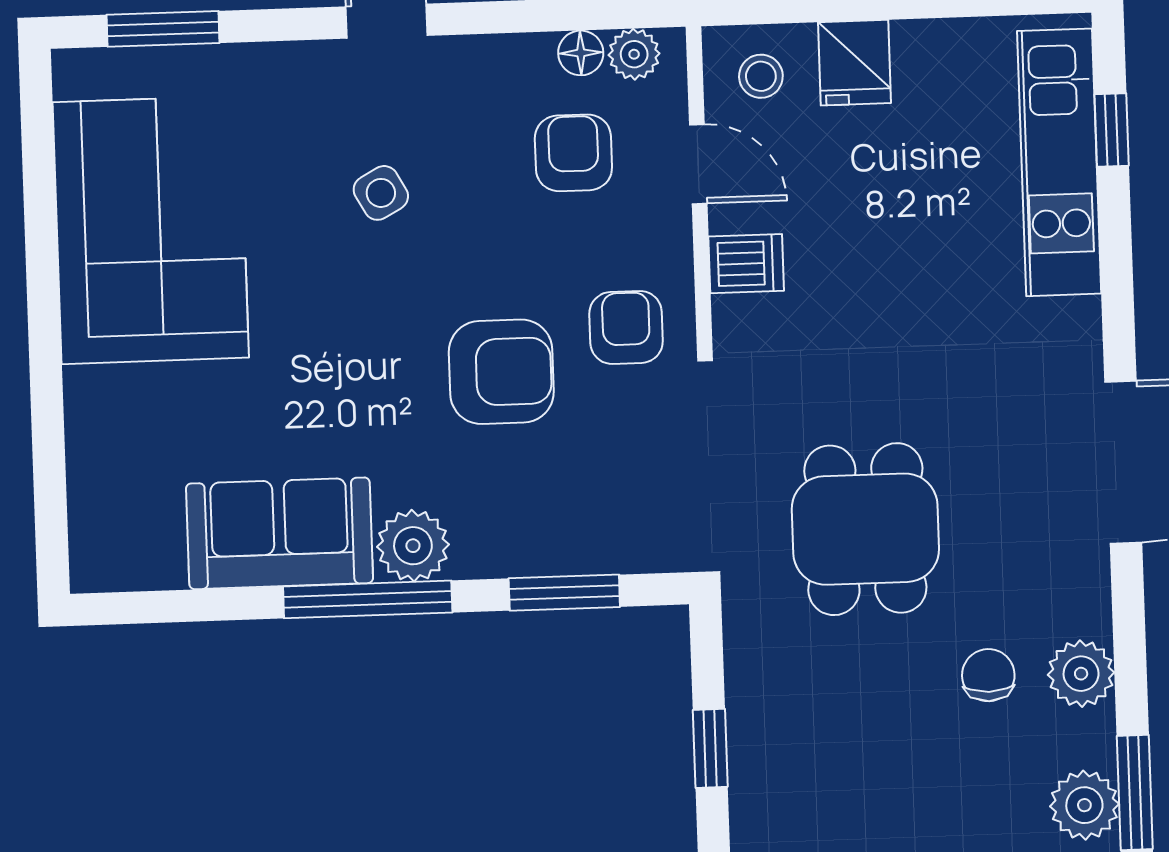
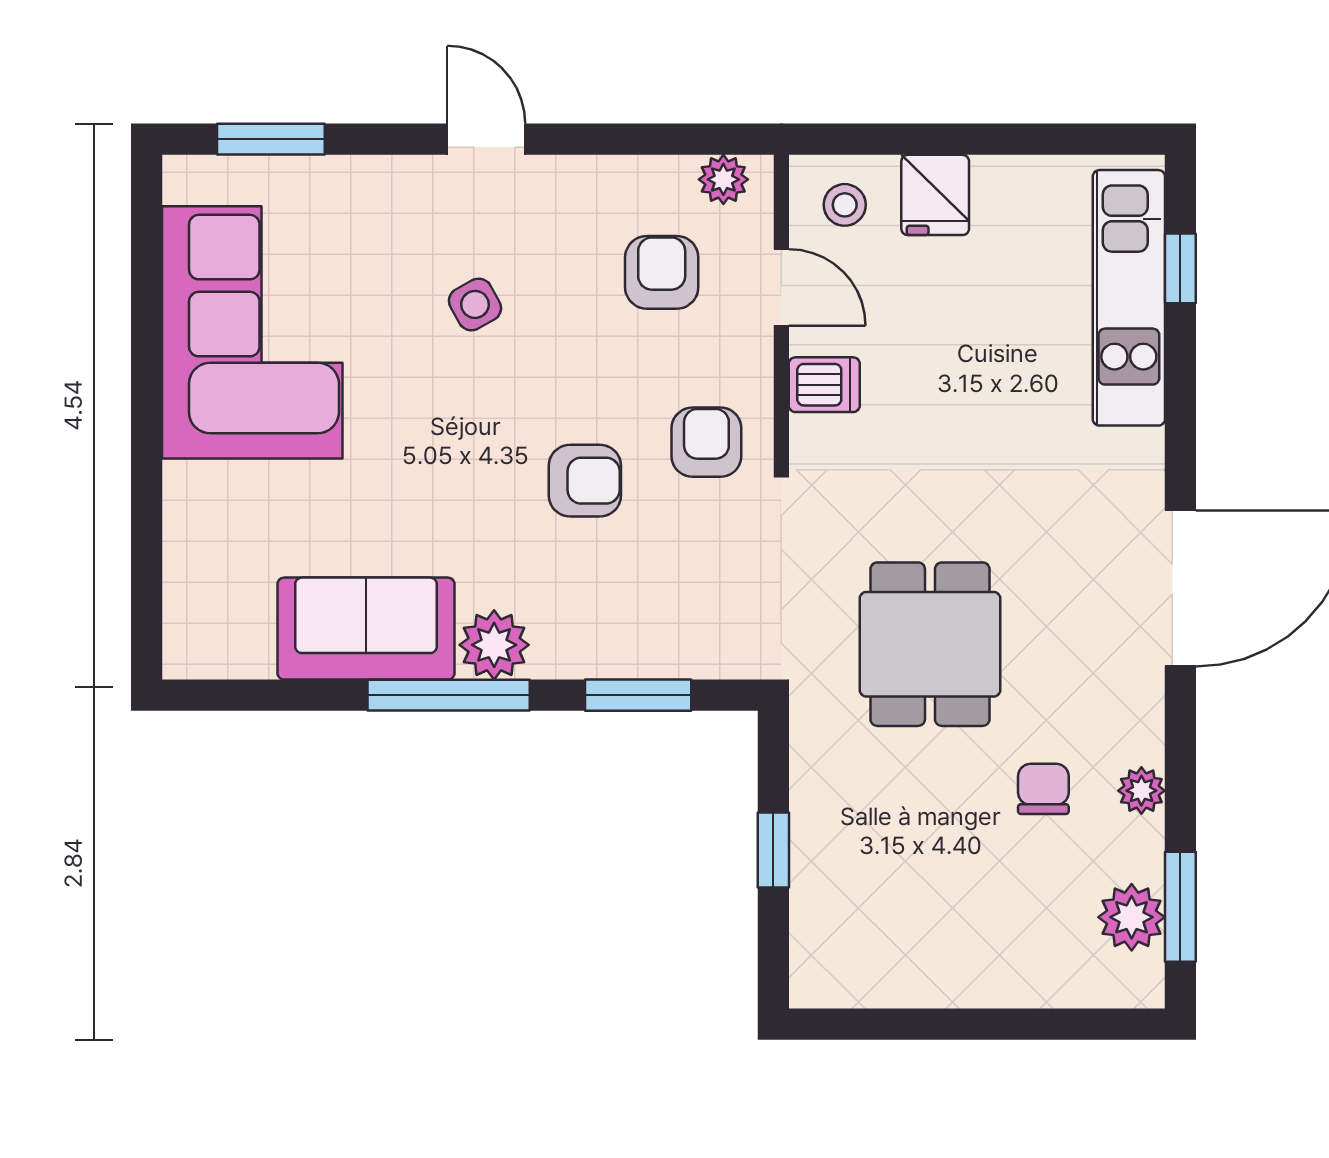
floor lamp: (581, 53) -> (672, 176), removed
armchair: (501, 372) -> (585, 481), width x0.72, depth x0.72
plant: (1081, 674) -> (1141, 791), width x0.73, depth x0.73

